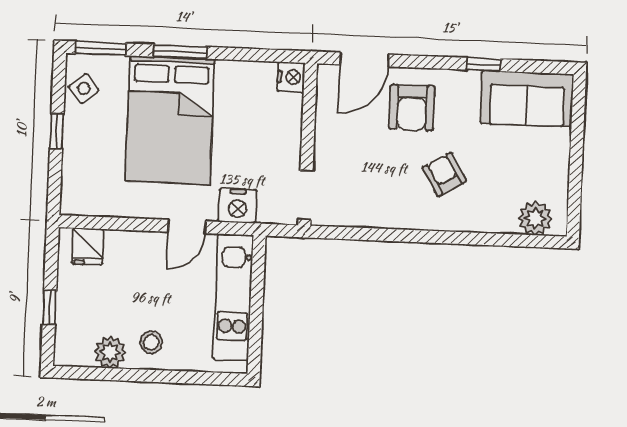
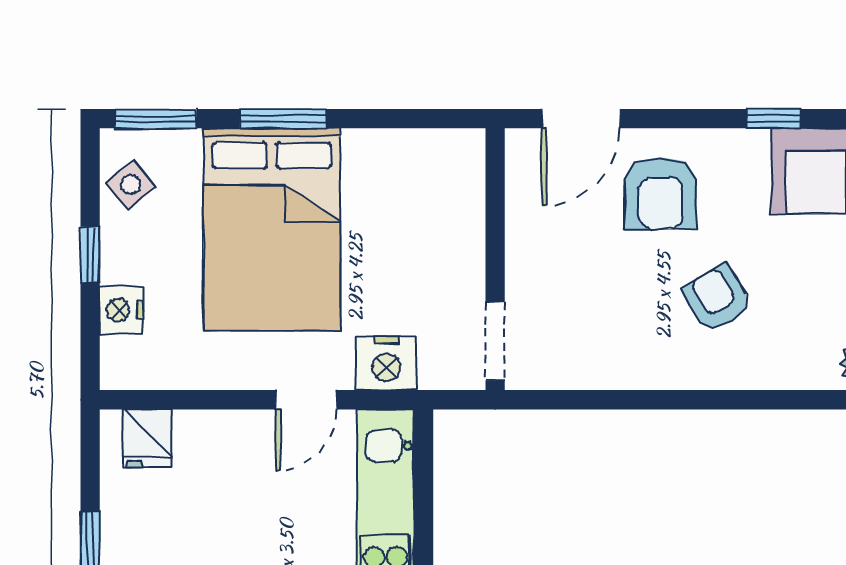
nightstand: (291, 77) -> (121, 310), moved, turned 180

